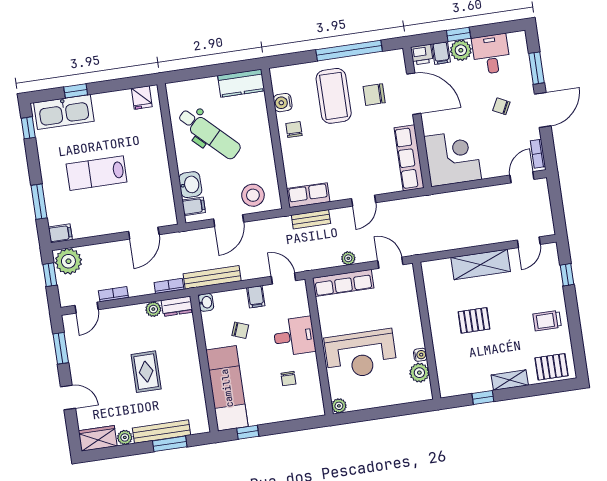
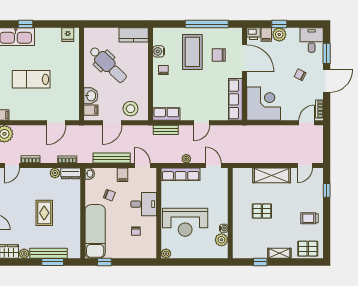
desk: (491, 54) -> (312, 40), moved
bench: (212, 277) -> (112, 158), moved

